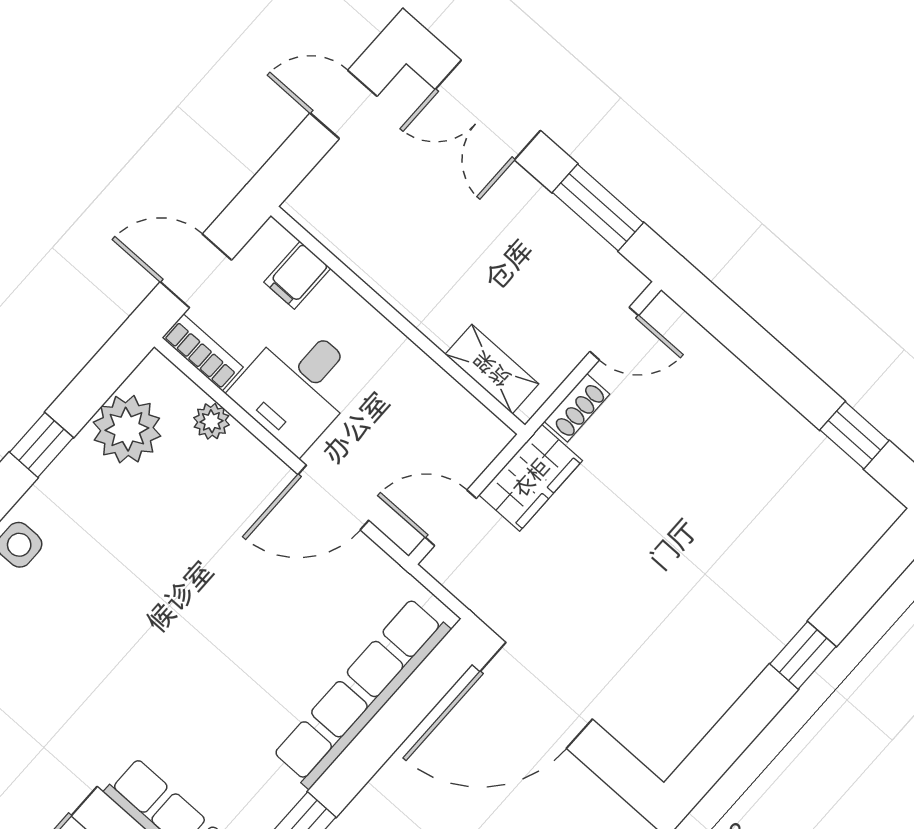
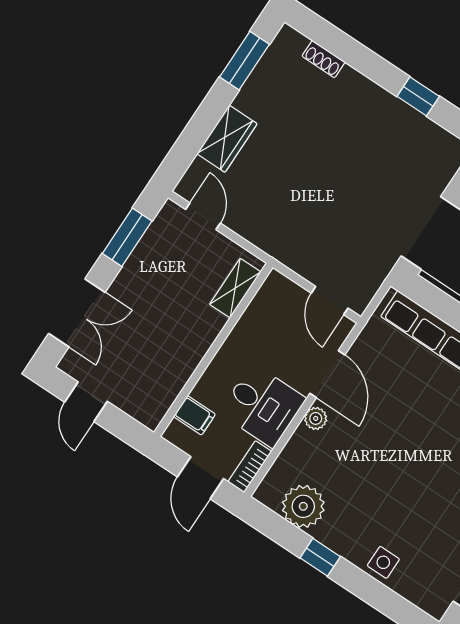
shoe rack: (577, 408) -> (323, 59), moved, turned 180
plant: (211, 421) -> (316, 418), moved
window: (854, 435) -> (245, 61), width x1.50
wardrobe: (531, 478) -> (227, 139), moved, turned 90
window: (803, 655) -> (418, 96), moved

